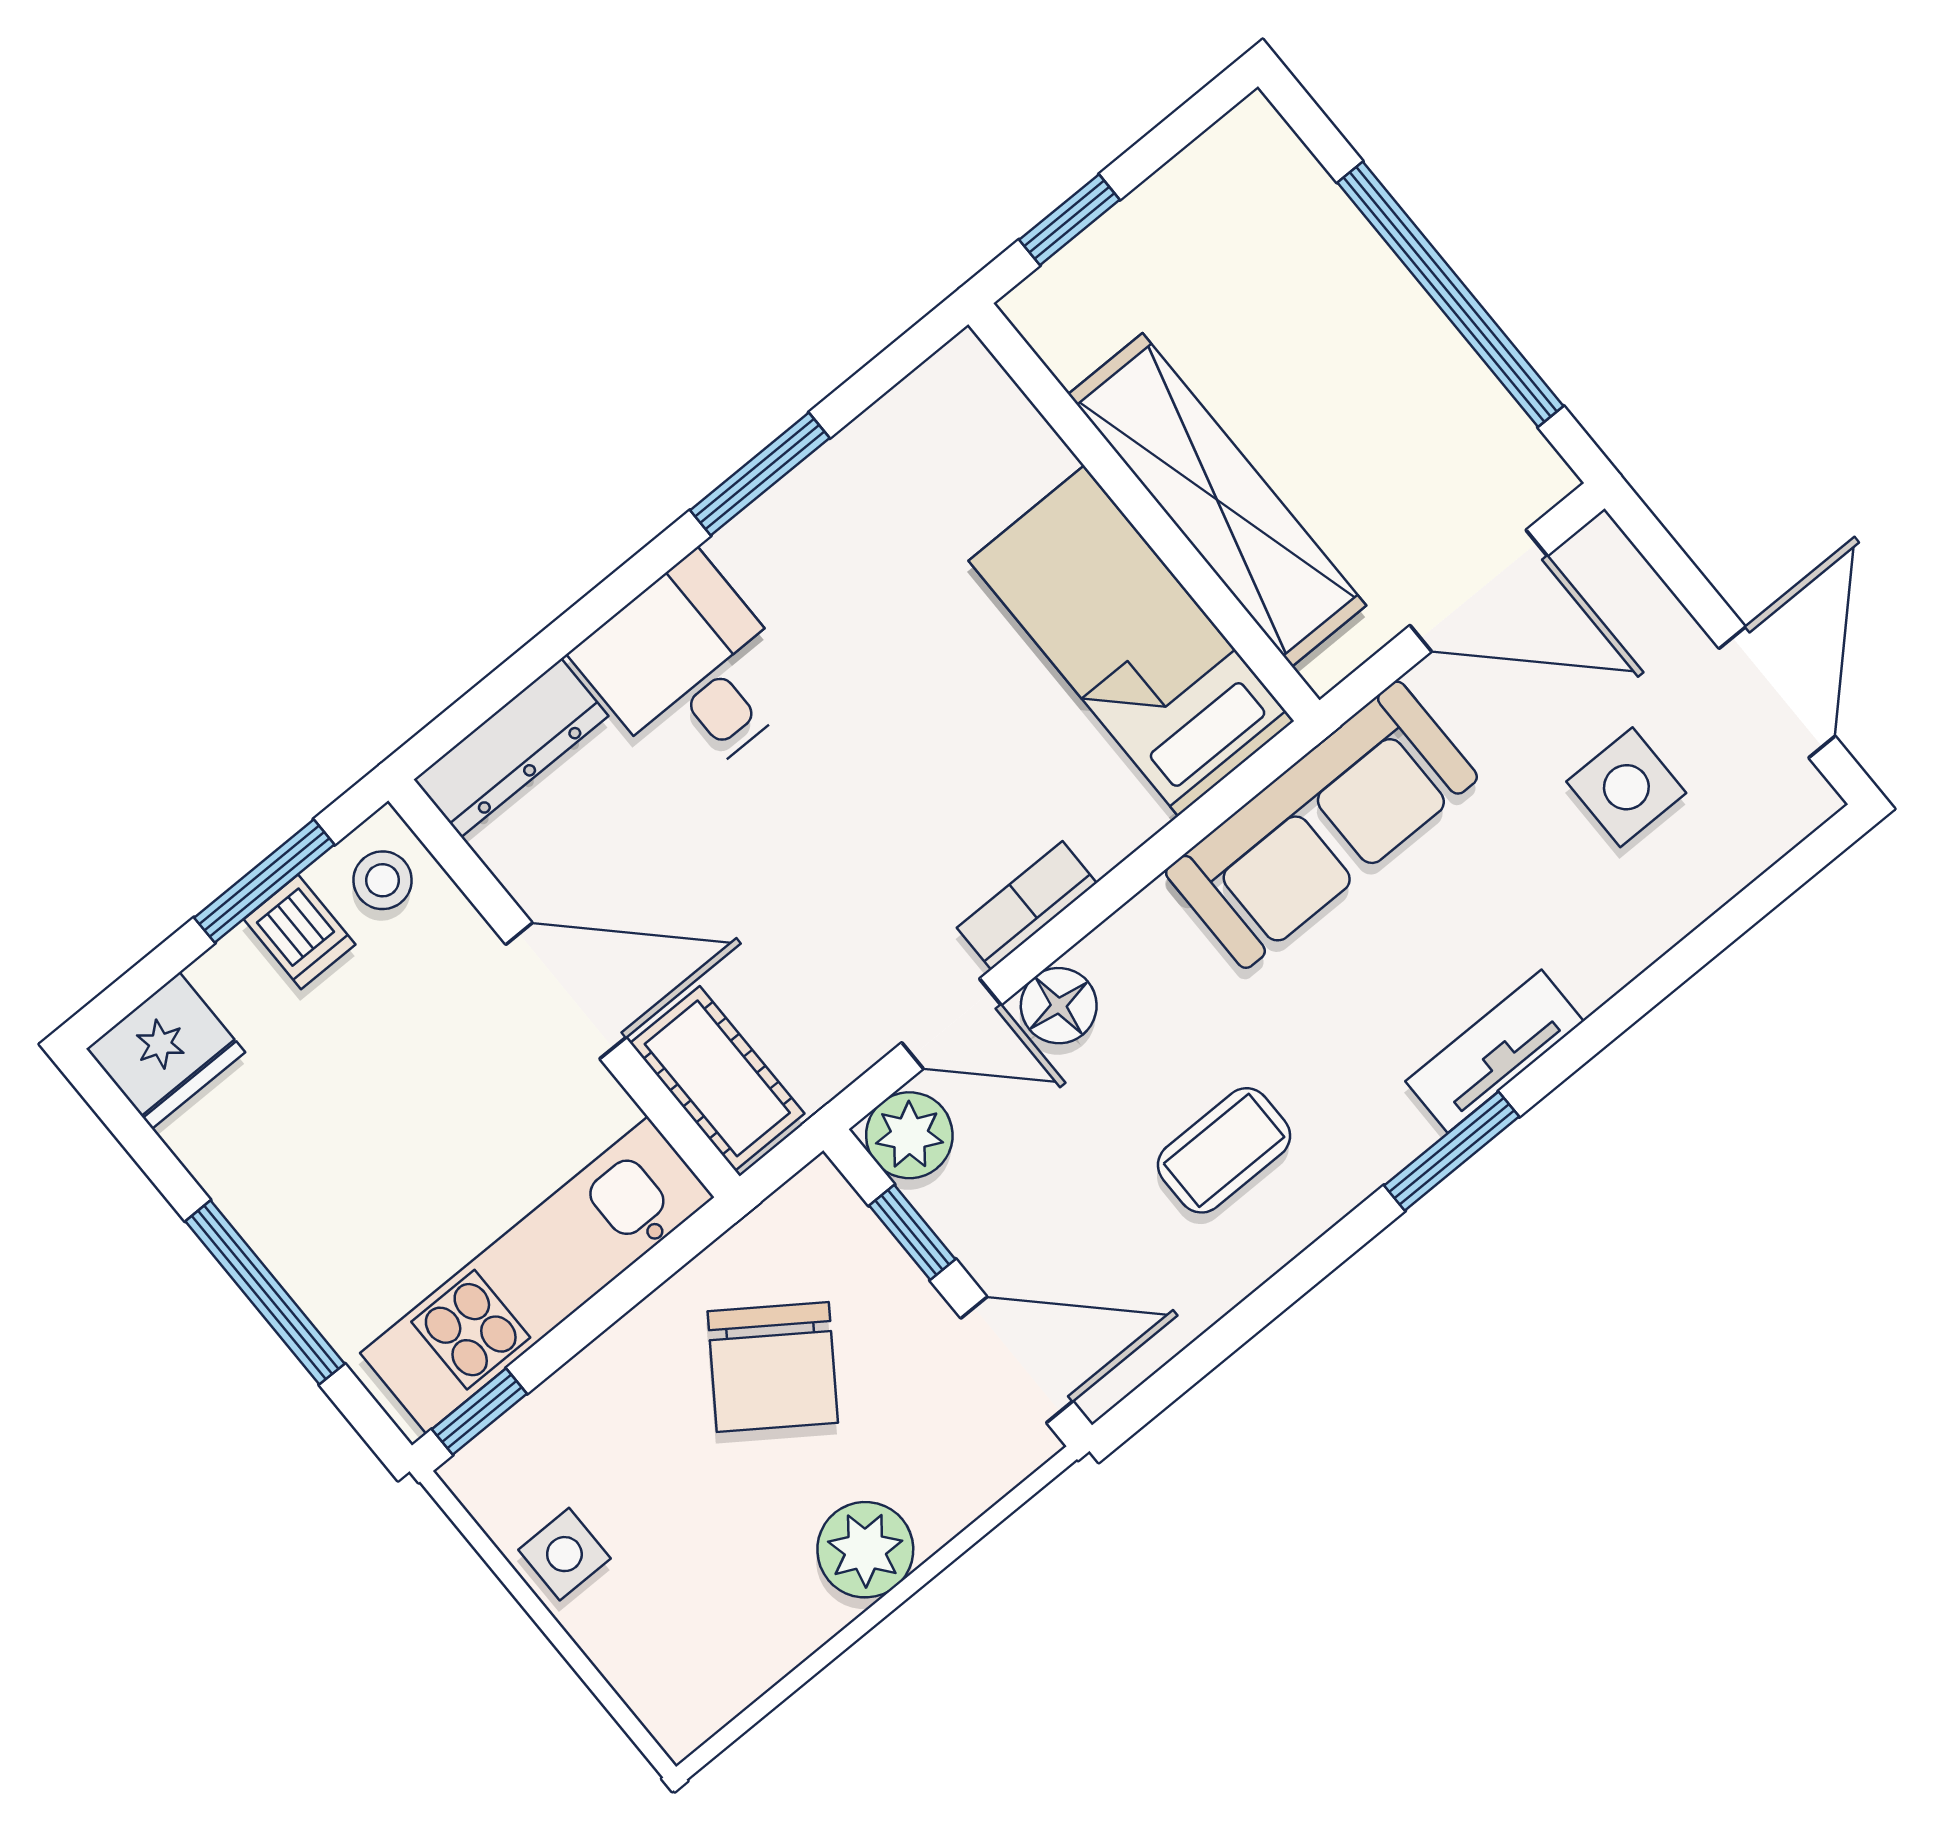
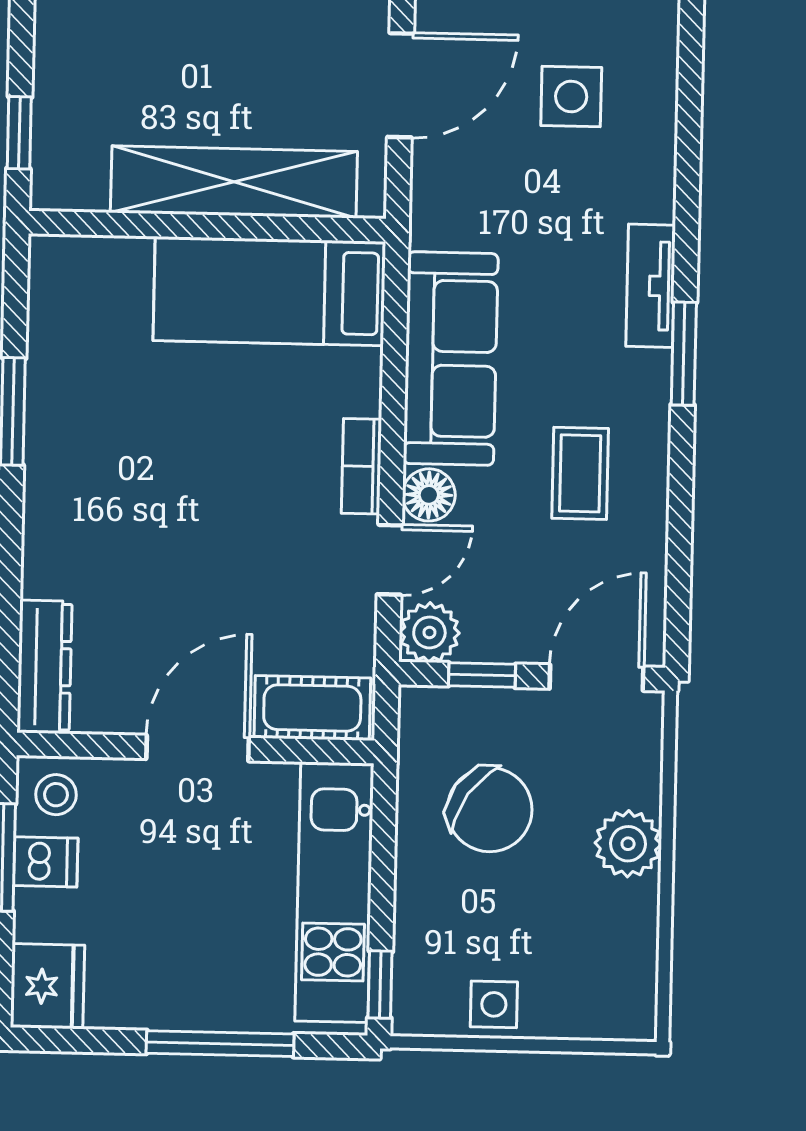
desk: (690, 671) -> (85, 538), removed
sofa: (1321, 825) -> (451, 359), moved

